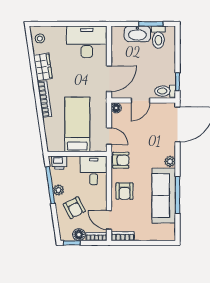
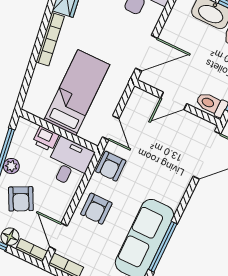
floor lamp: (116, 108) -> (138, 95), removed
armchair: (121, 160) -> (111, 166), turned 90
plant: (170, 161) -> (174, 199), removed
printer: (59, 163) -> (46, 139), moved

